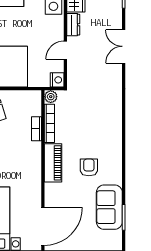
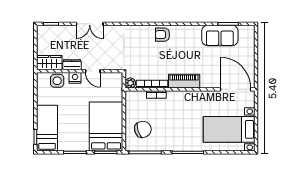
nightstand: (57, 80) -> (75, 78), moved
armchair: (89, 167) -> (162, 35), moved

